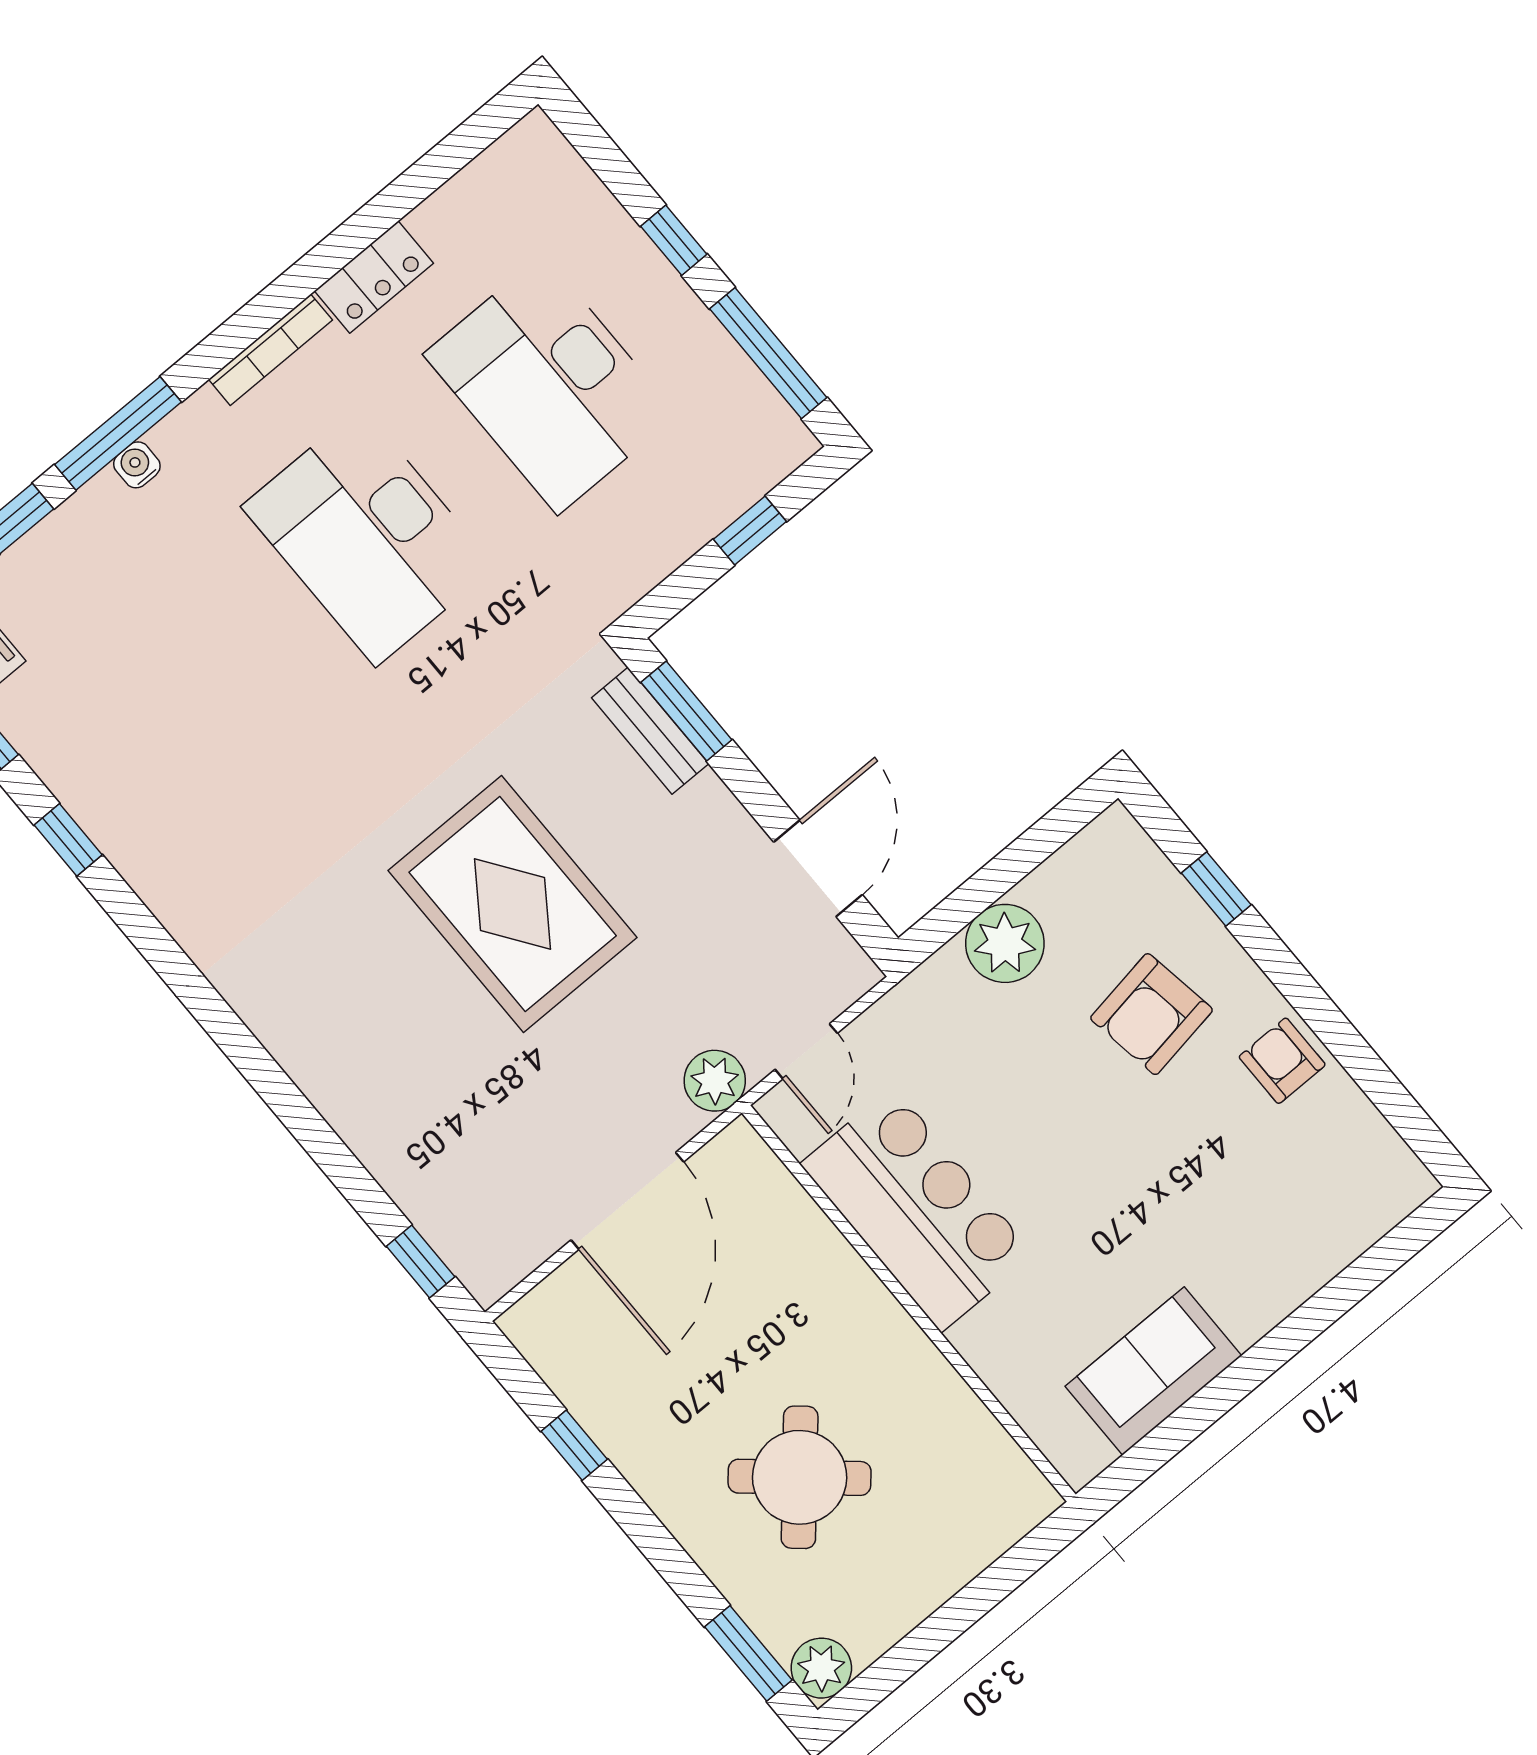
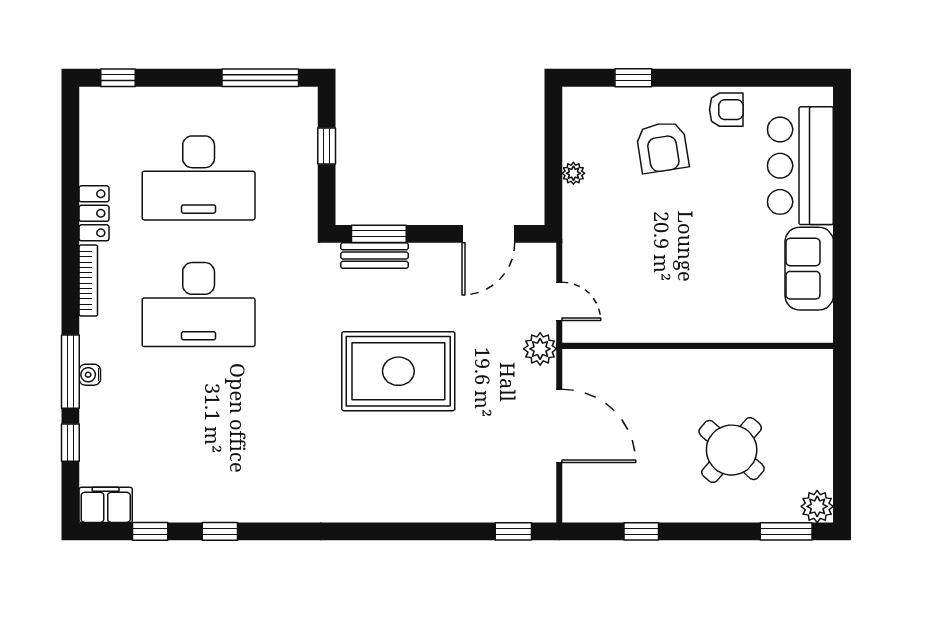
window: (674, 240) -> (118, 78), moved
door: (818, 868) -> (488, 234), swing flipped
plant: (1005, 943) -> (573, 173), width x0.53, depth x0.53
armchair: (1282, 1061) -> (726, 110), turned 180
bar counter: (917, 1209) -> (800, 166), moved, turned -90

